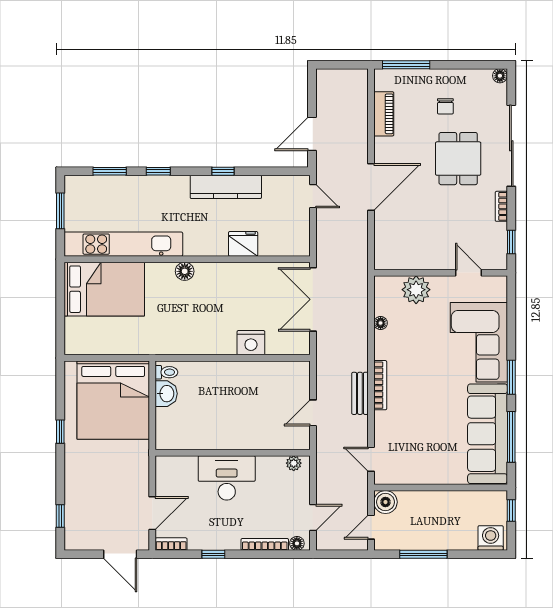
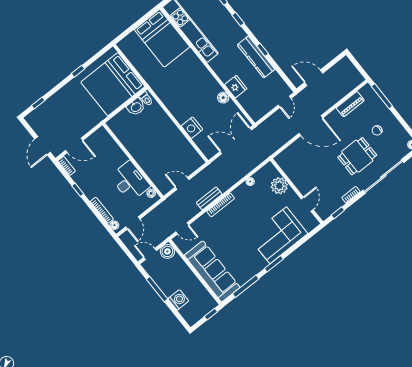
floor lamp: (185, 271) -> (223, 98), moved
sofa: (488, 434) -> (212, 271), moved, turned 90
door: (371, 459) -> (182, 228), swing flipped
desk: (227, 478) -> (130, 181), moved
door: (313, 518) -> (133, 223), hinge flipped
washing machine: (491, 538) -> (178, 300), moved

